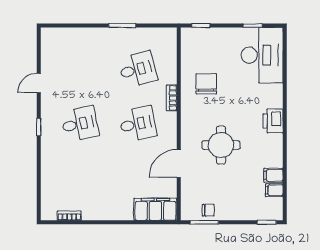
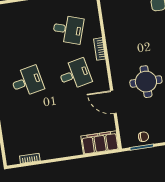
desk: (138, 69) -> (68, 29), turned 33
chair: (206, 84) -> (126, 33), removed
door: (179, 163) -> (113, 102), hinge flipped

